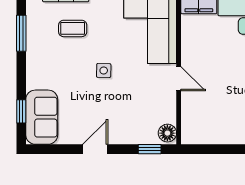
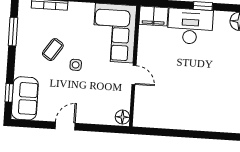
coffee table: (73, 28) -> (53, 50), moved, turned -56
window: (150, 149) -> (108, 129), removed

